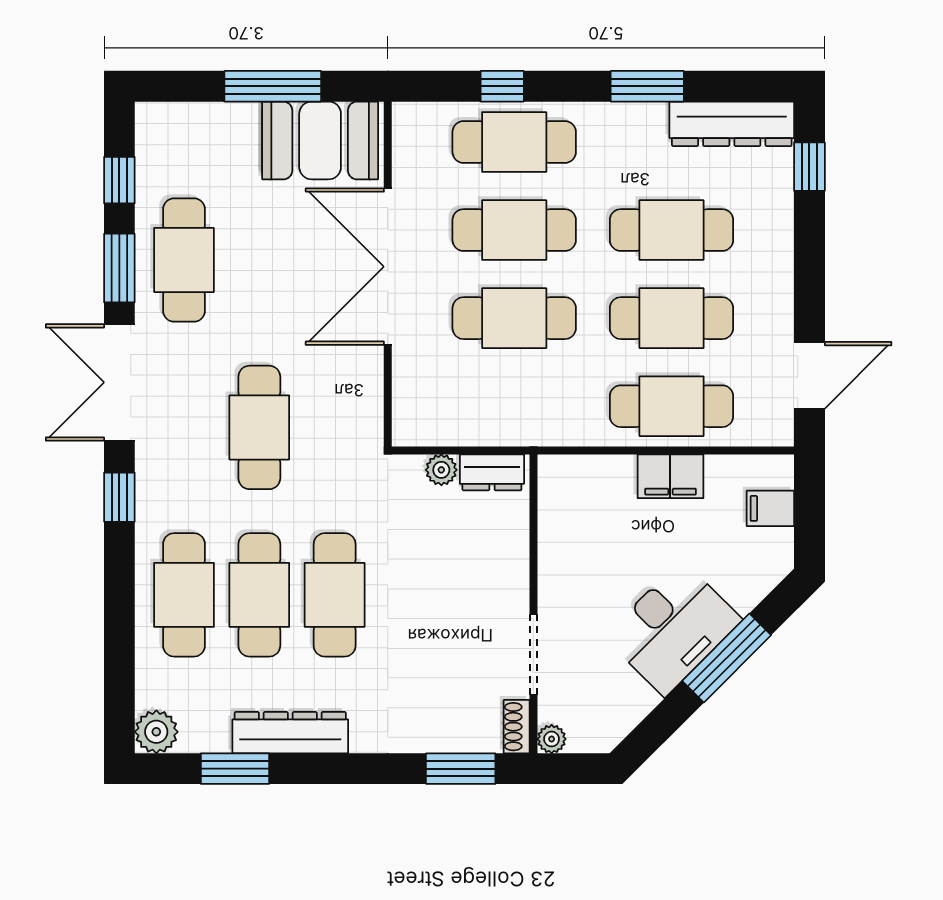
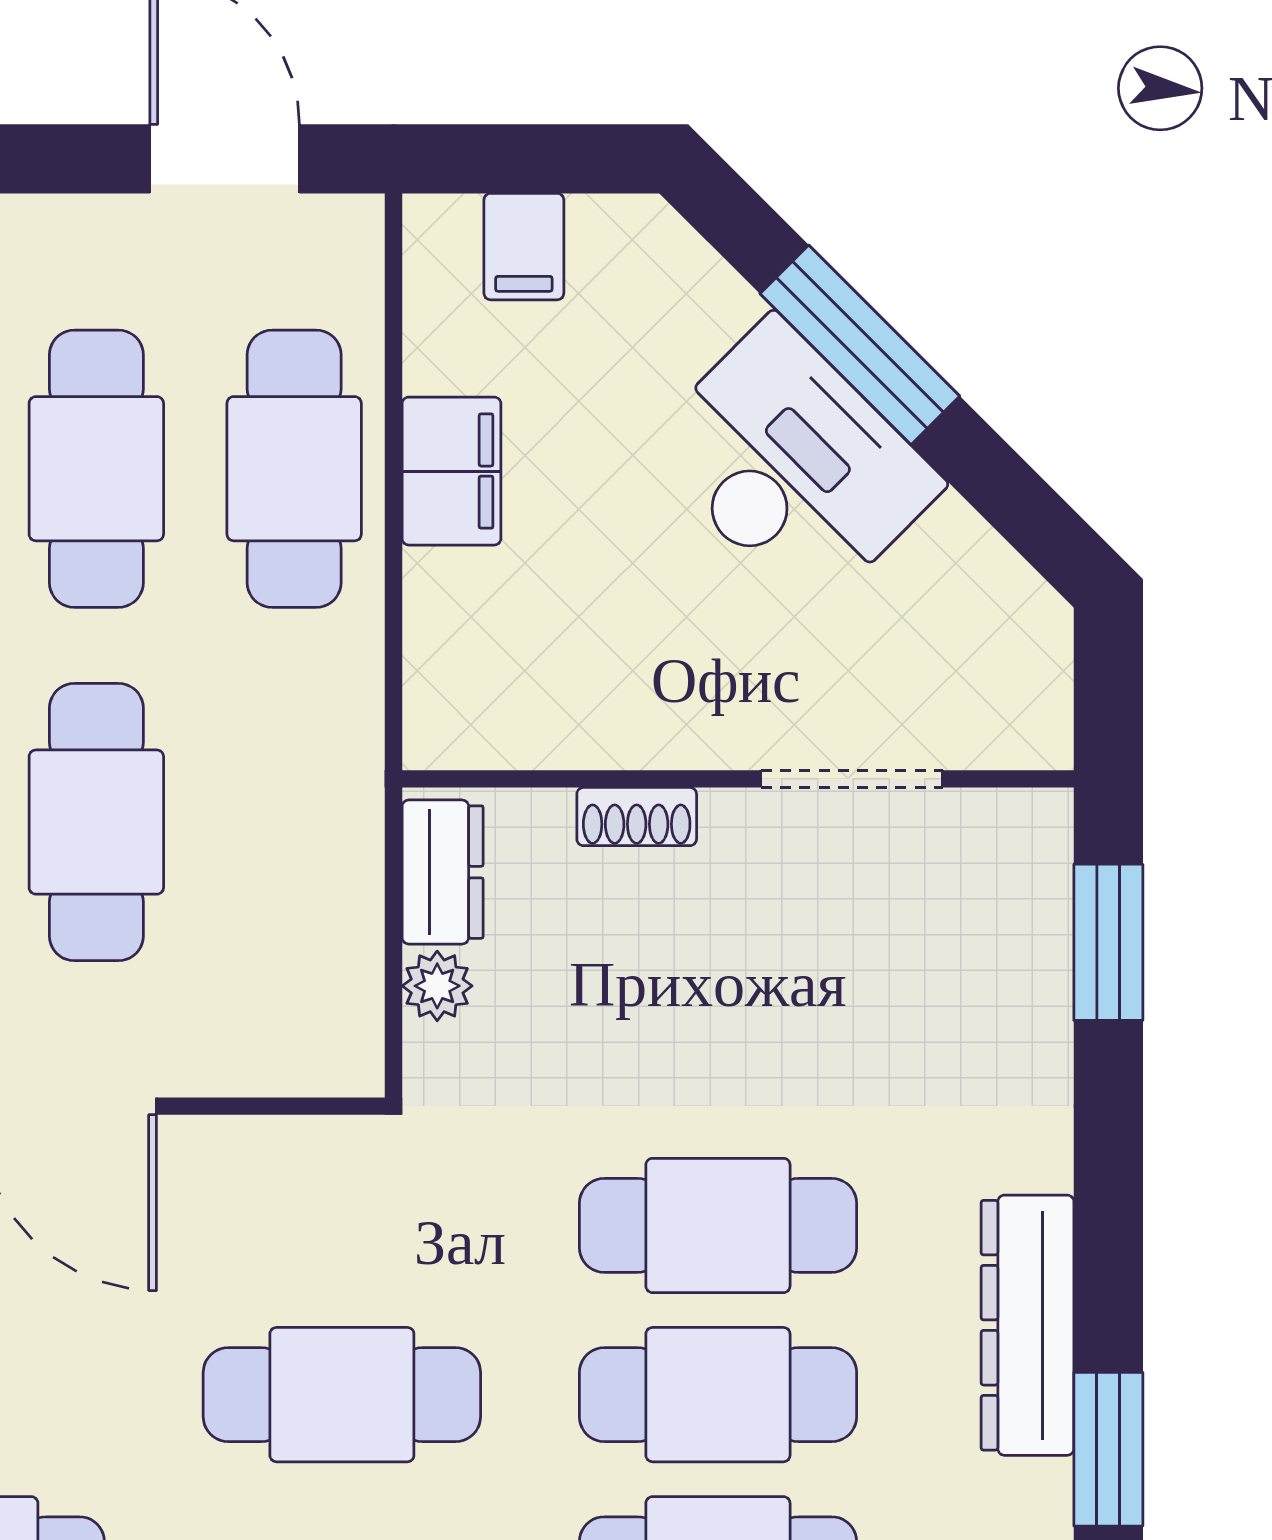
shoe rack: (517, 727) -> (637, 817), moved
plant: (552, 739) -> (1042, 738), removed

